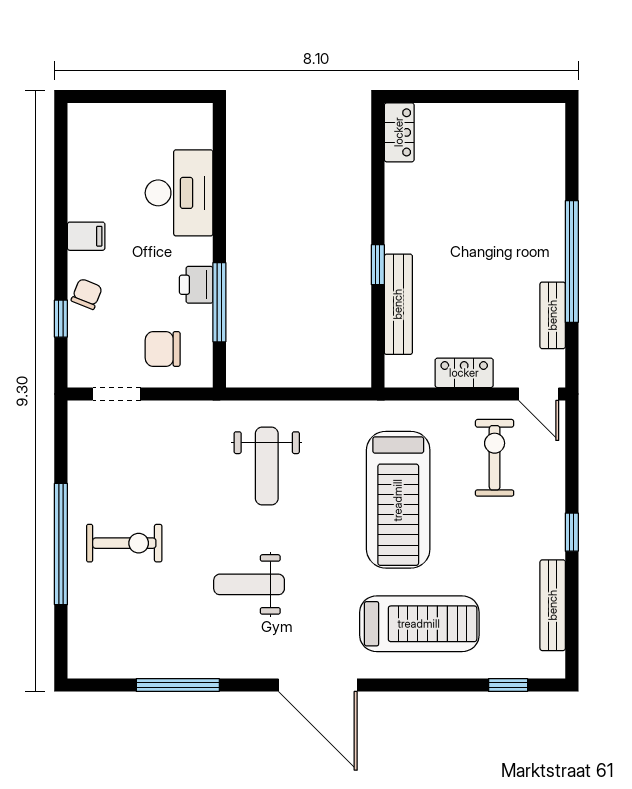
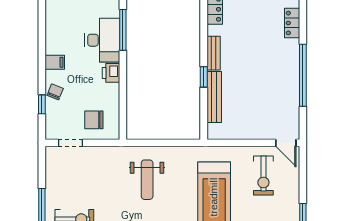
printer: (196, 285) -> (111, 73), moved
window: (219, 302) -> (123, 30), moved
bench: (553, 315) -> (214, 53), moved
locker: (464, 373) -> (292, 23), moved, turned -90
exercise bike: (495, 458) -> (263, 175), turned 180

